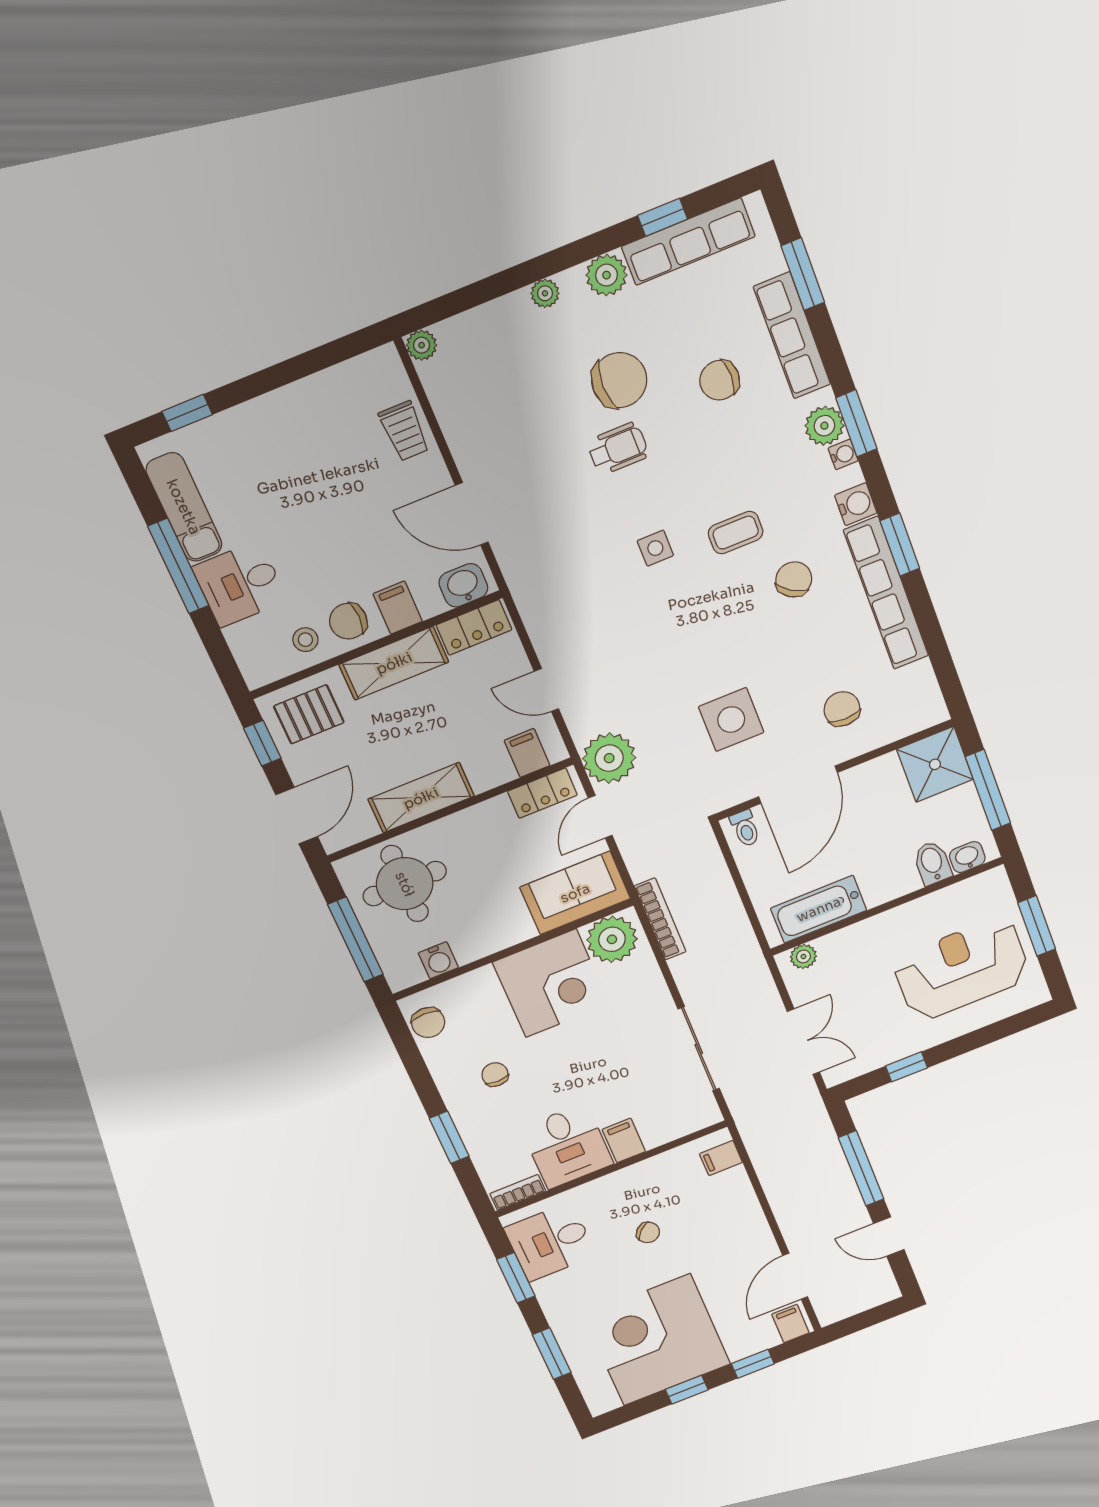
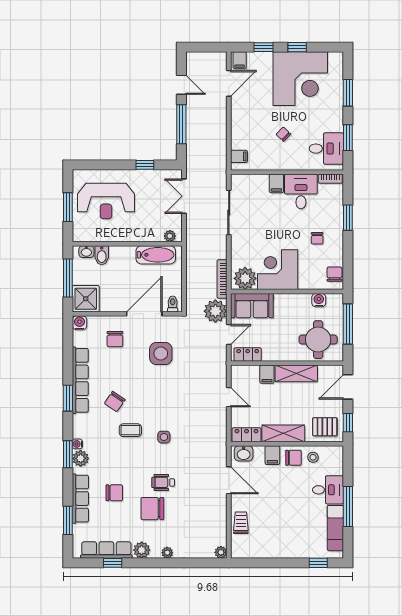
water cooler: (856, 504) -> (79, 323), moved, turned 90
filing cabinet: (527, 753) -> (267, 374), moved
plant: (609, 758) -> (215, 311), moved

